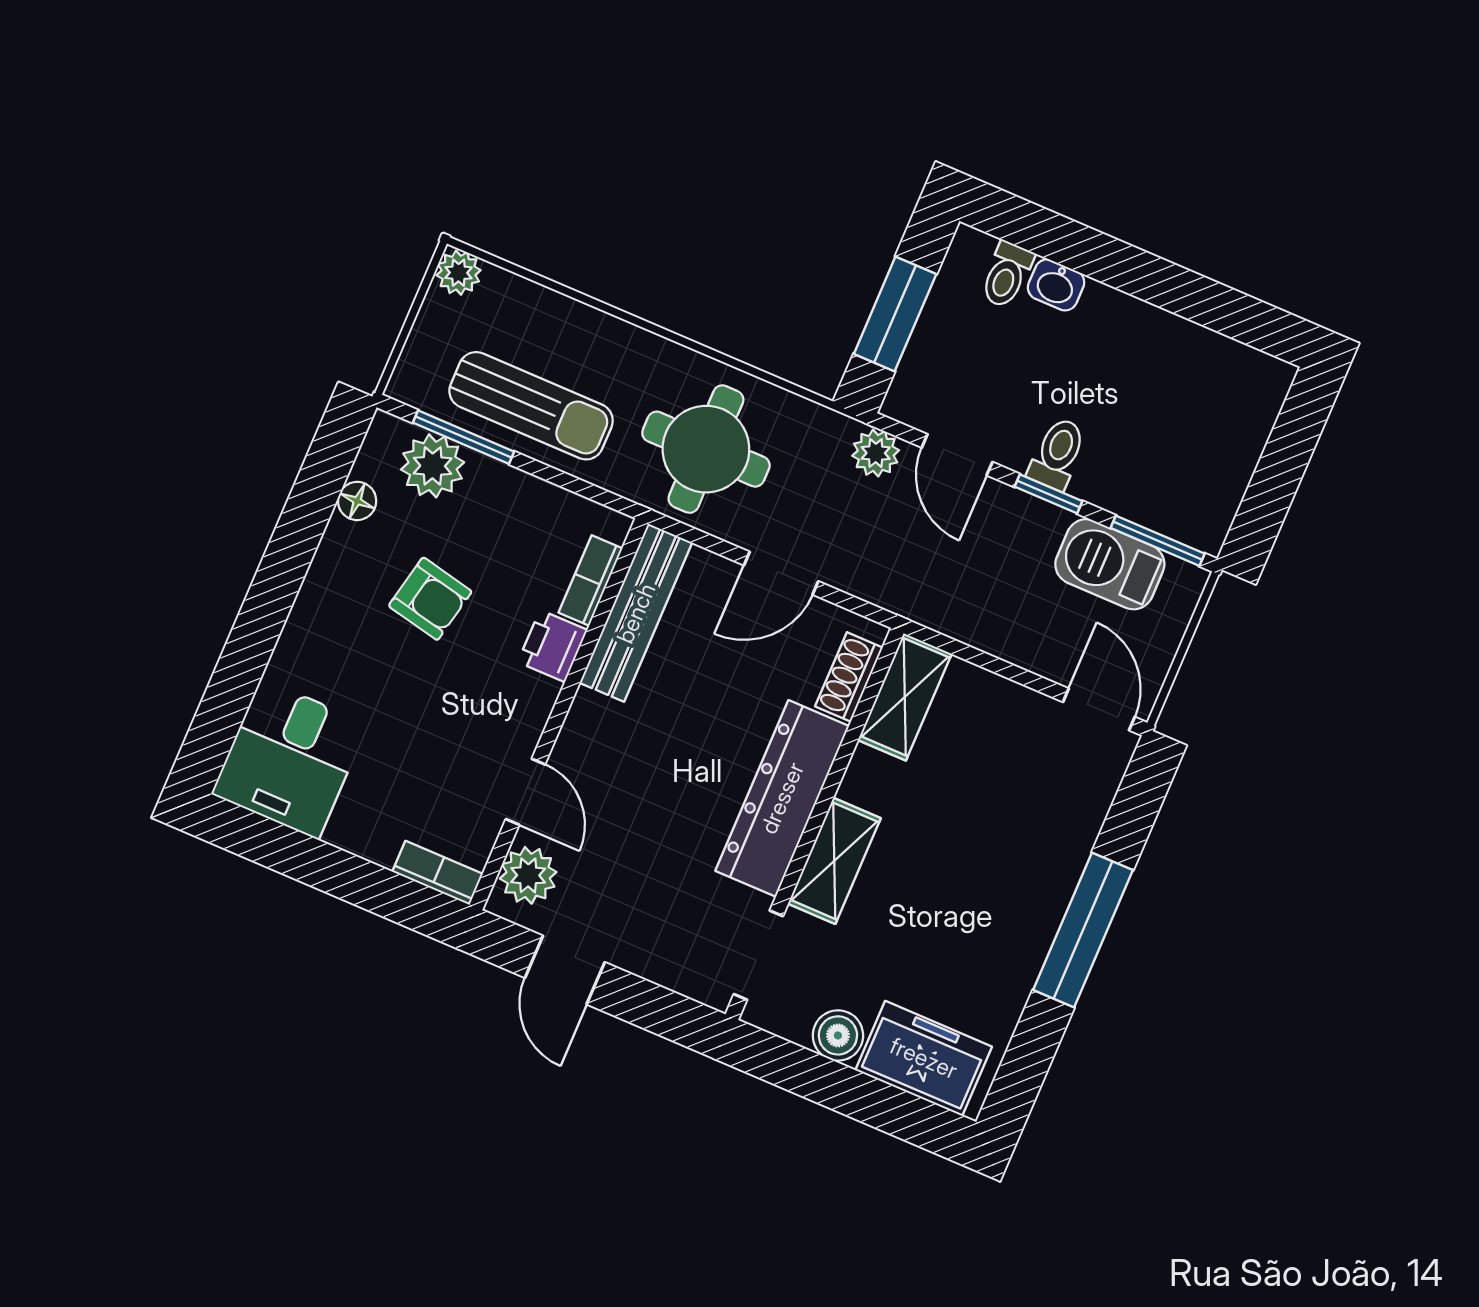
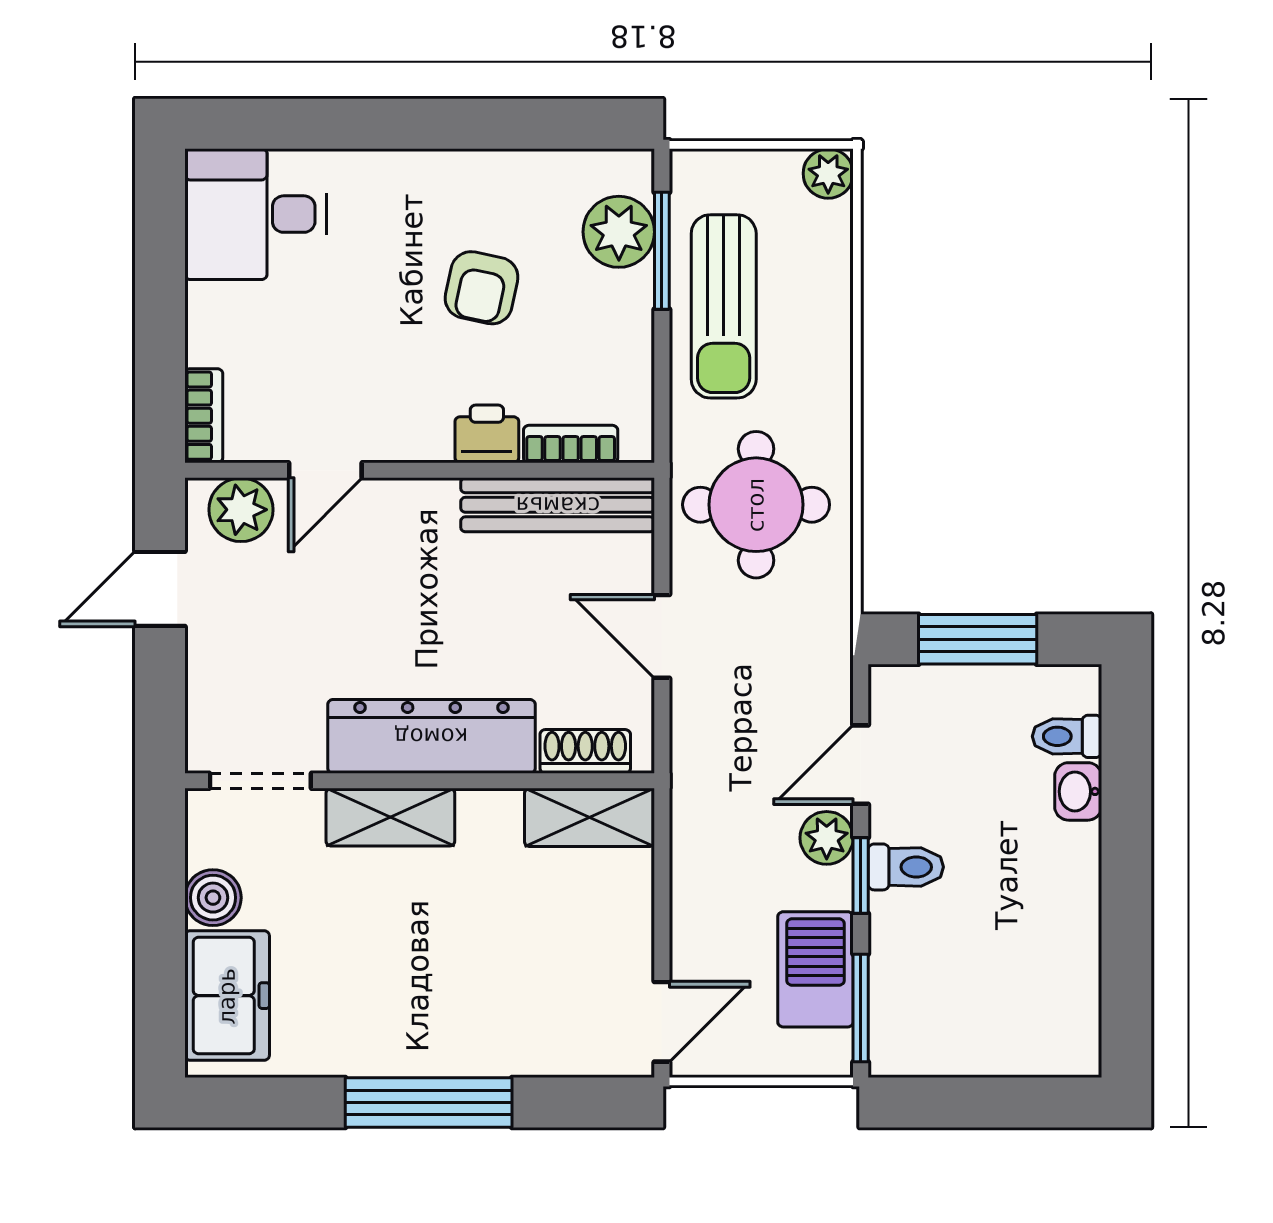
plant: (876, 453) -> (827, 838), moved
floor lamp: (357, 501) -> (550, 170), removed

